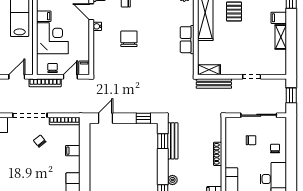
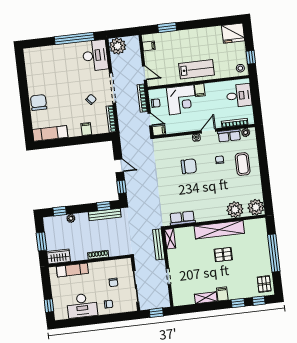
row of seats: (187, 40) -> (182, 218), moved
door: (105, 118) -> (119, 166), moved

